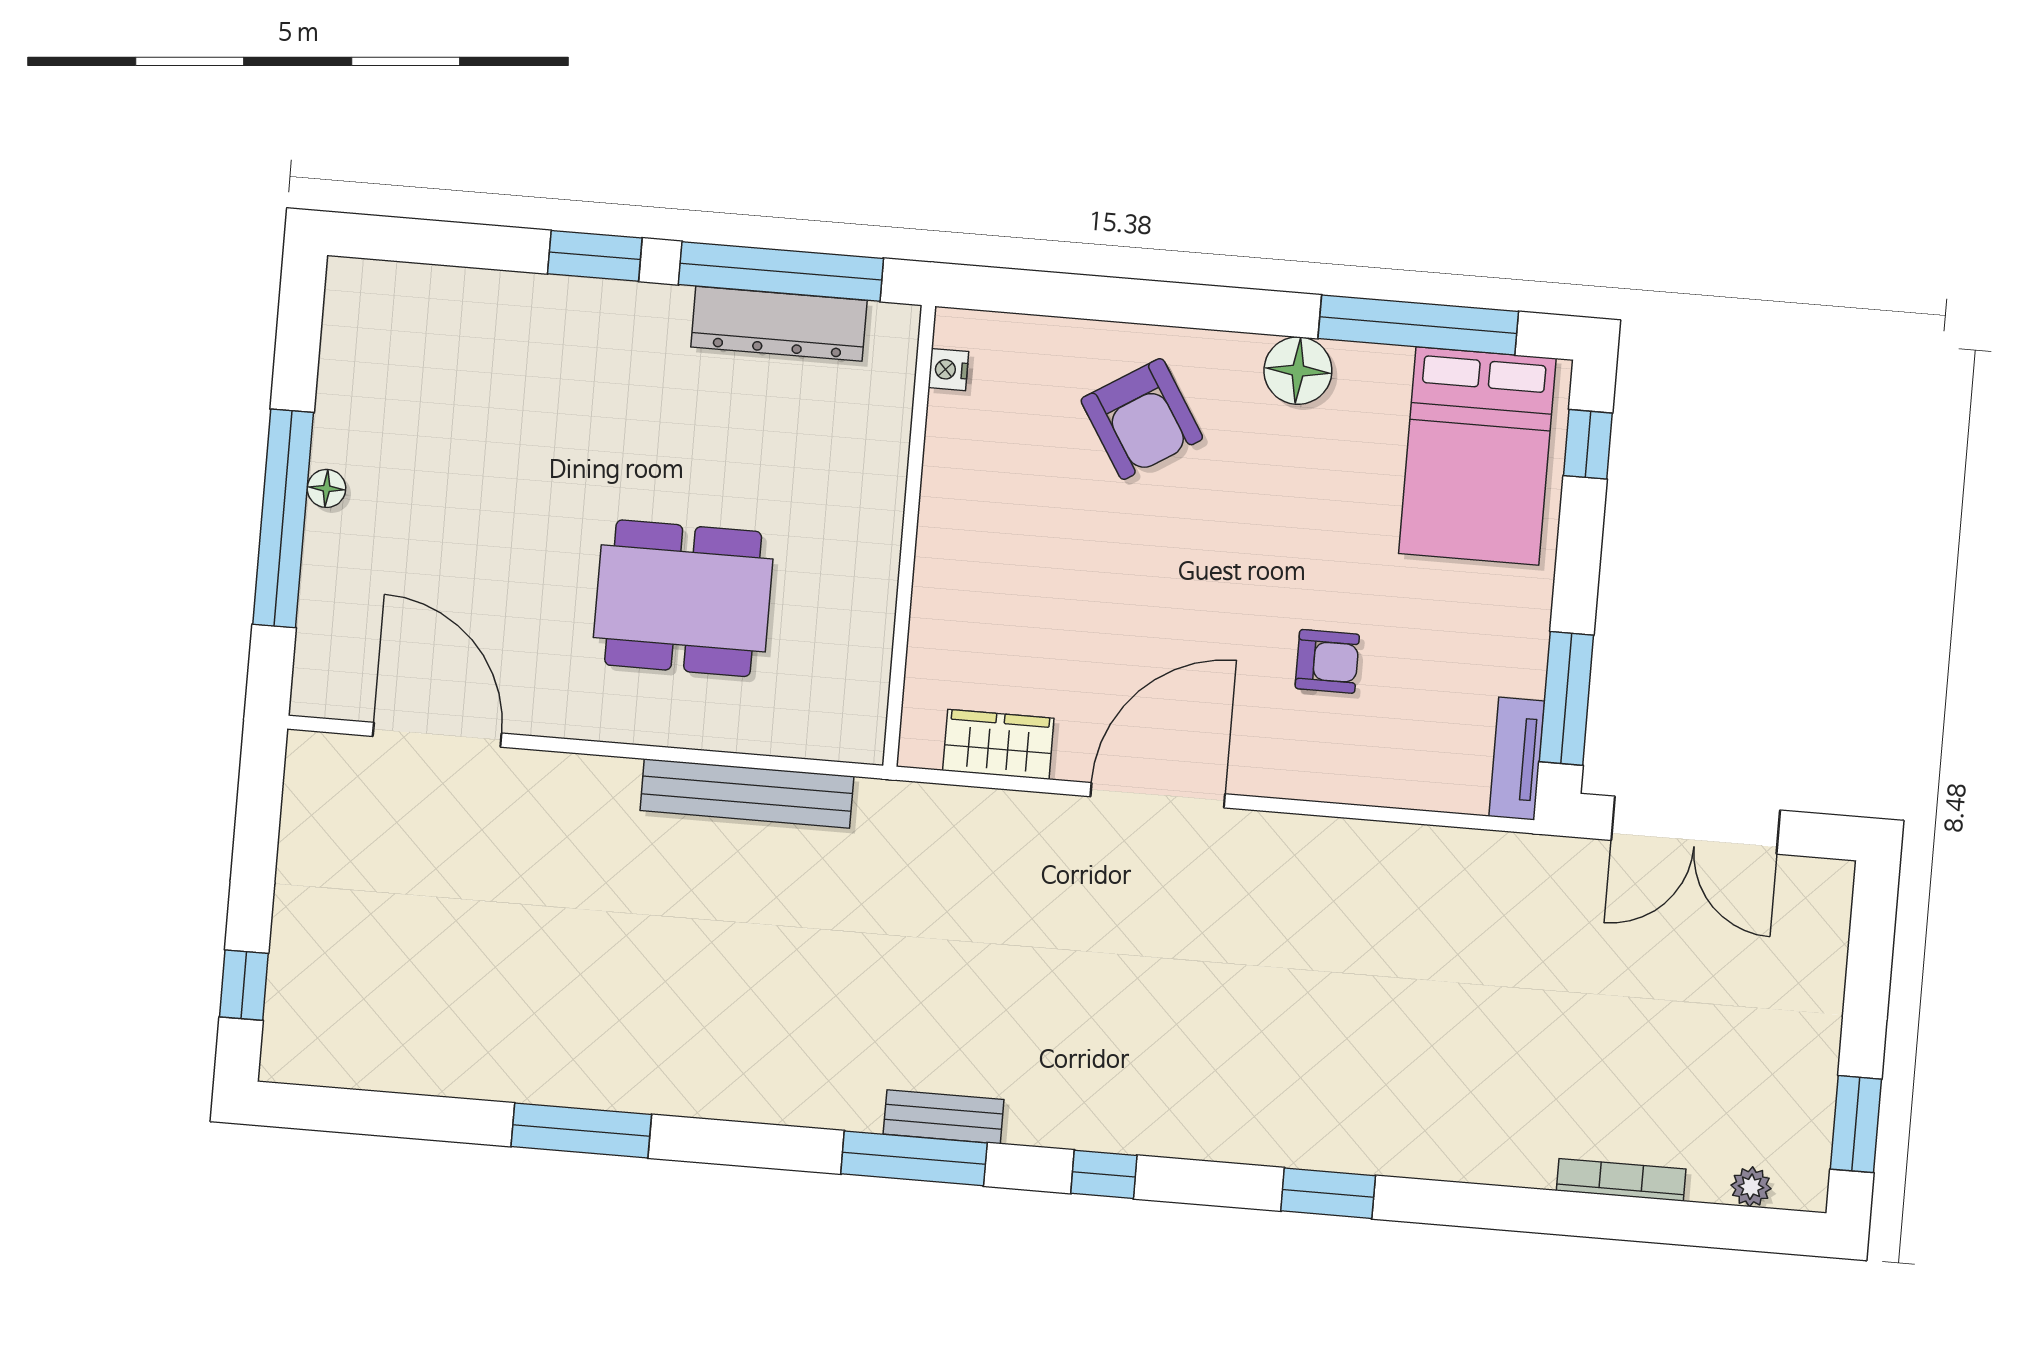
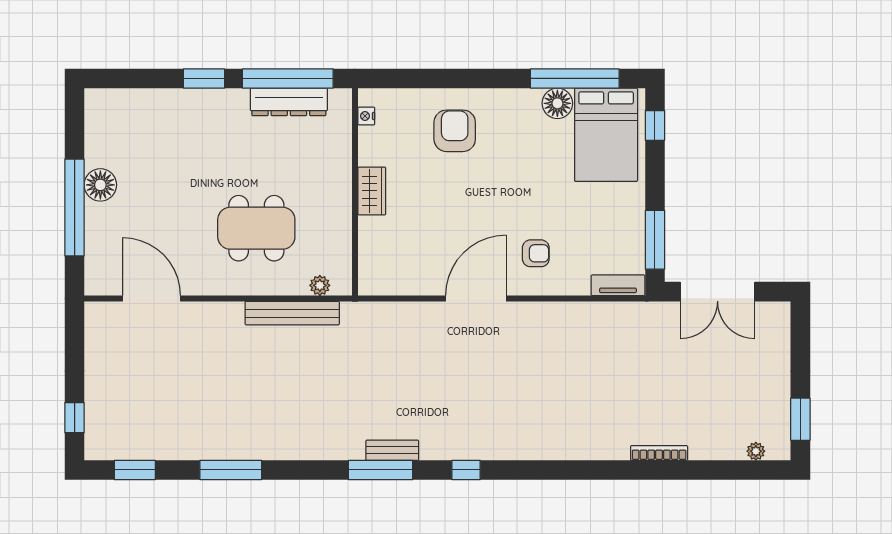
floor lamp: (1298, 371) -> (557, 103), moved
armchair: (1142, 419) -> (455, 131), turned -148
floor lamp: (326, 488) -> (100, 185), width x1.89, depth x1.89
armchair: (1327, 661) -> (536, 253), moved
plant: (813, 737) -> (320, 285), added
wardrobe: (998, 744) -> (372, 191), moved, turned 90
tv unit: (1517, 759) -> (618, 285), moved, turned 90
bookcase: (1621, 1180) -> (659, 453), moved
window: (1328, 1193) -> (135, 470), moved

